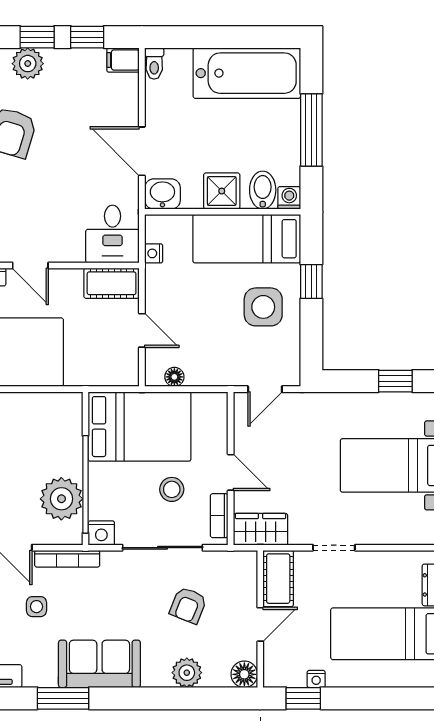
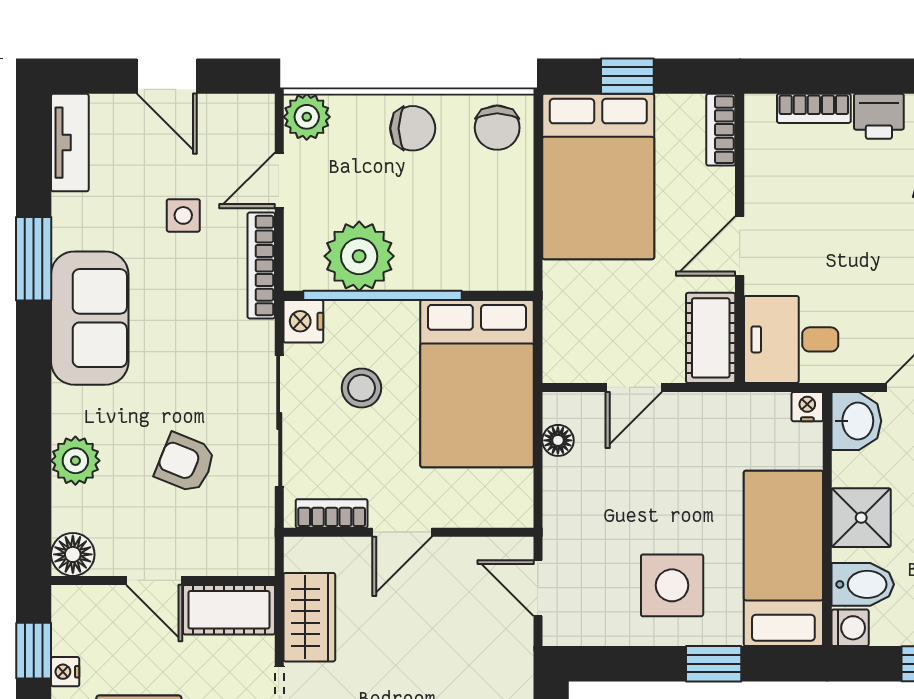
nightstand: (154, 253) -> (807, 407), moved
door: (30, 266) -> (740, 246), moved
stool: (172, 489) -> (361, 388), moved
wardrobe: (261, 529) -> (309, 617), moved

